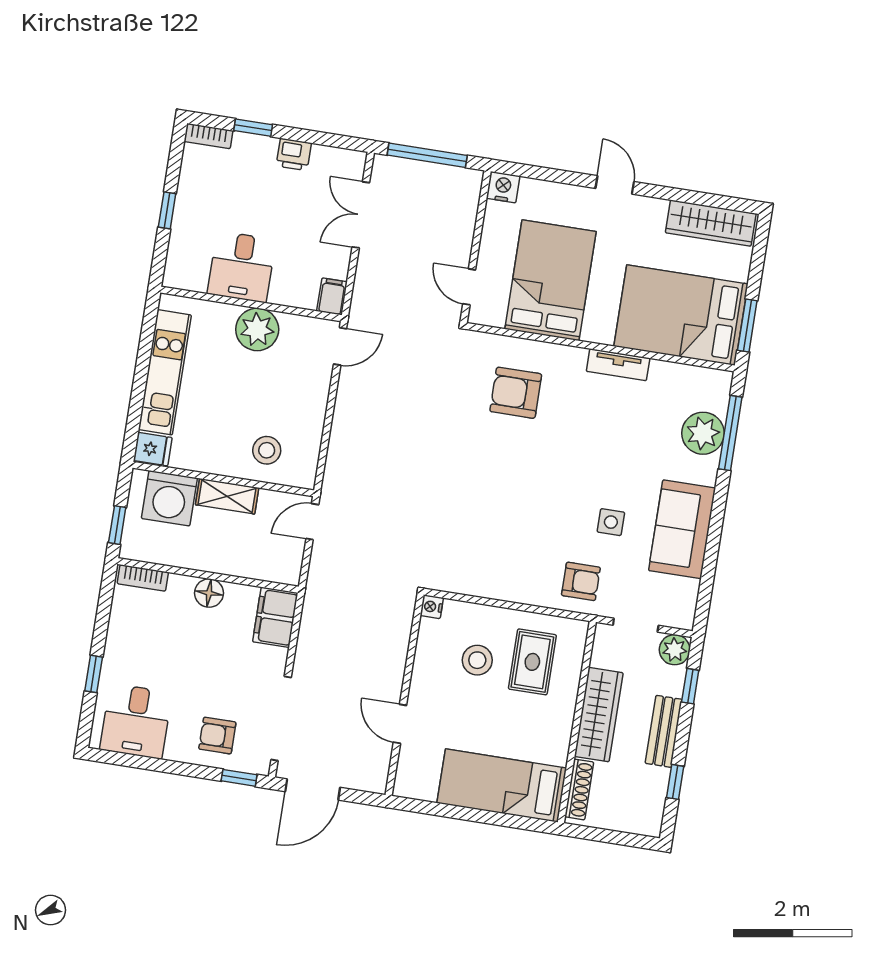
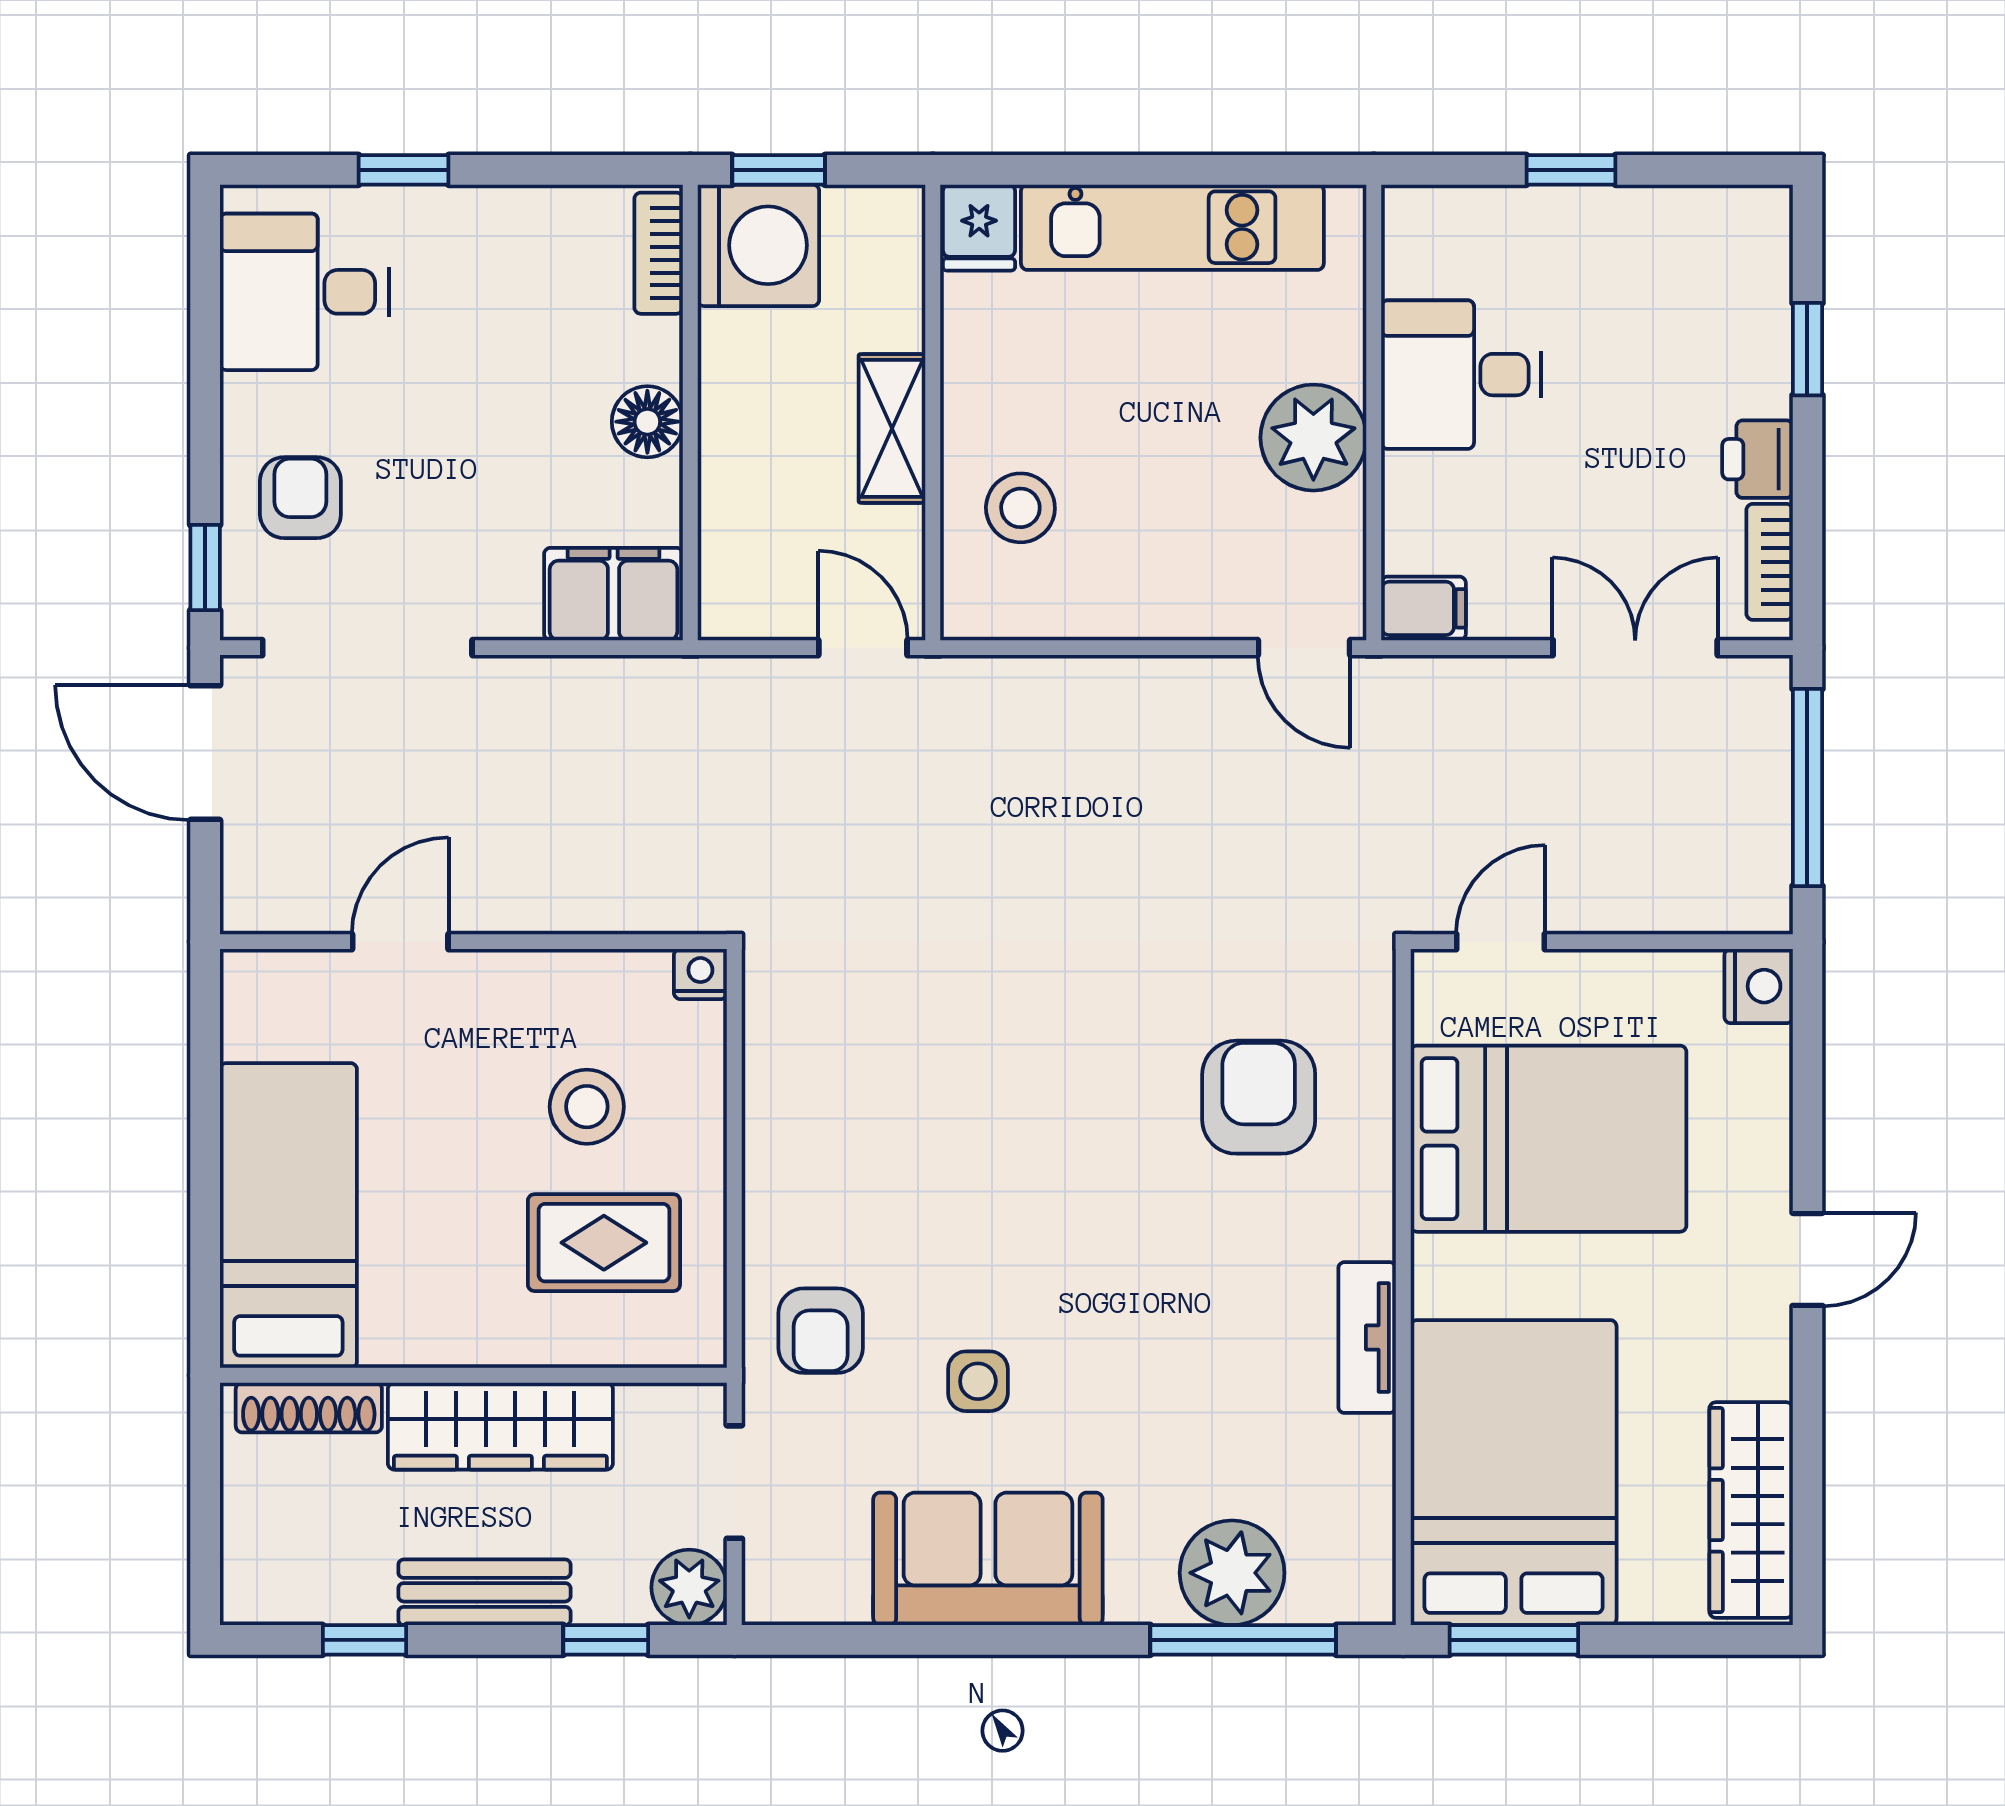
bookcase: (208, 136) -> (1770, 562), moved
washing machine: (169, 498) -> (758, 245), moved, turned 180

